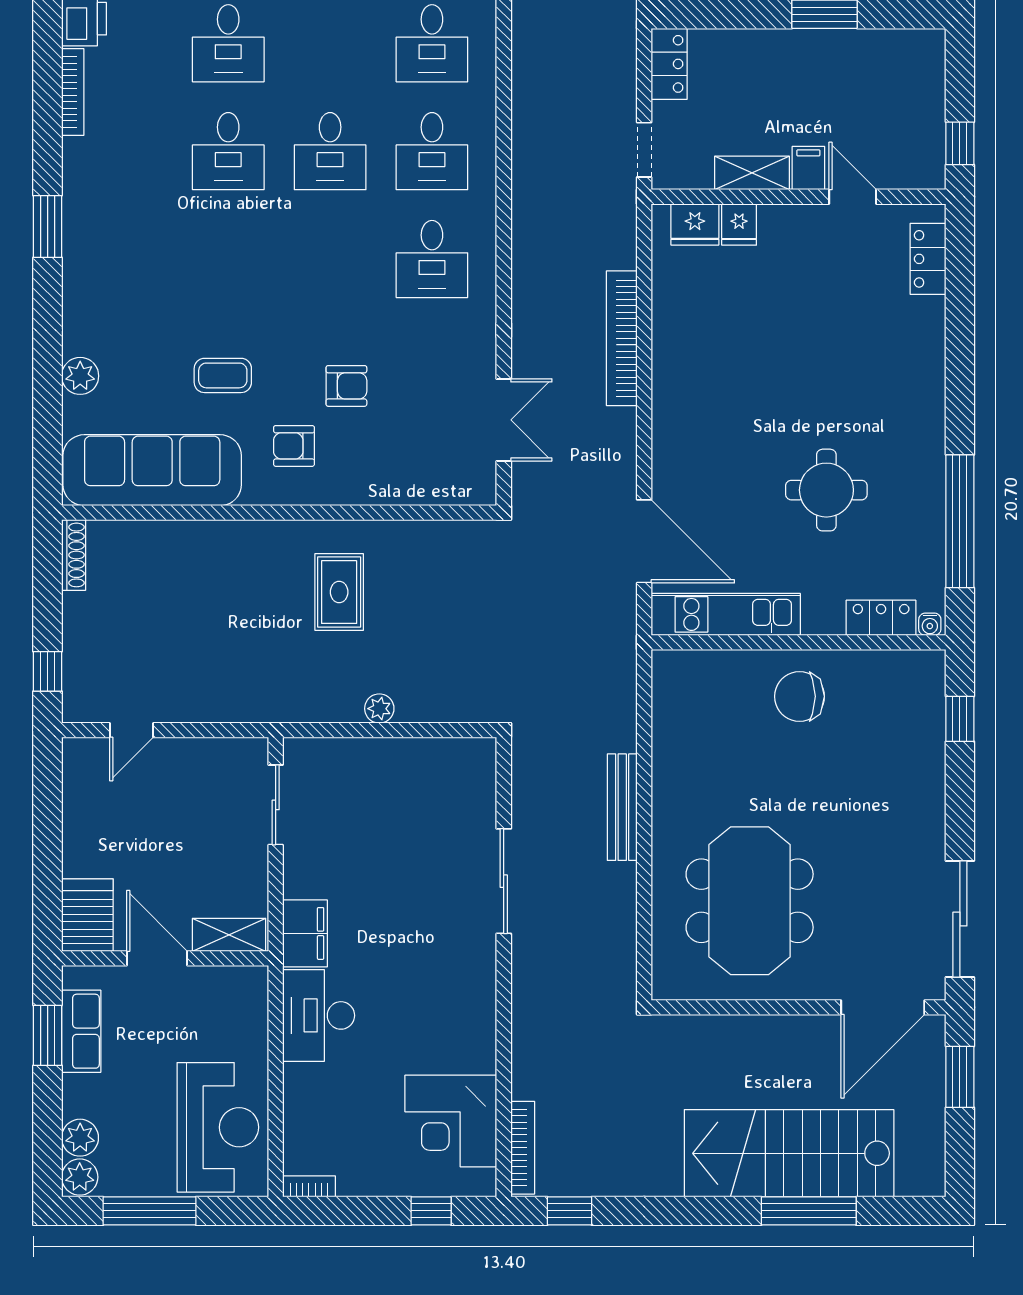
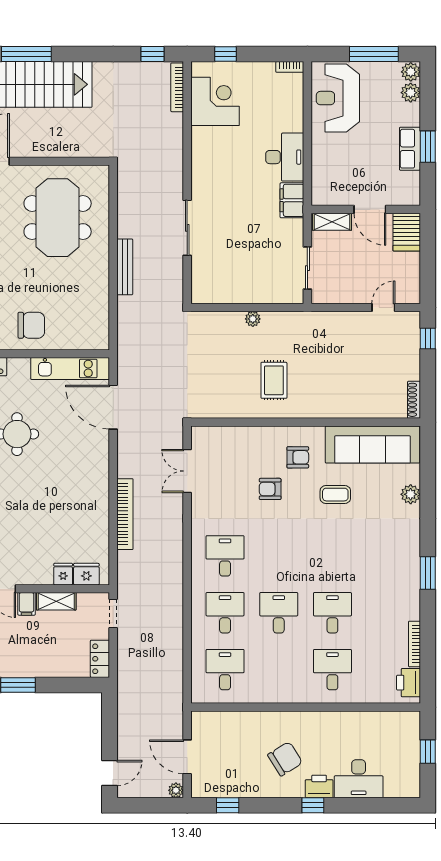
server rack: (87, 915) -> (407, 232), moved
shelving: (229, 935) -> (332, 222), moved
door: (157, 958) -> (370, 209), moved
wall: (165, 958) -> (366, 209), moved

